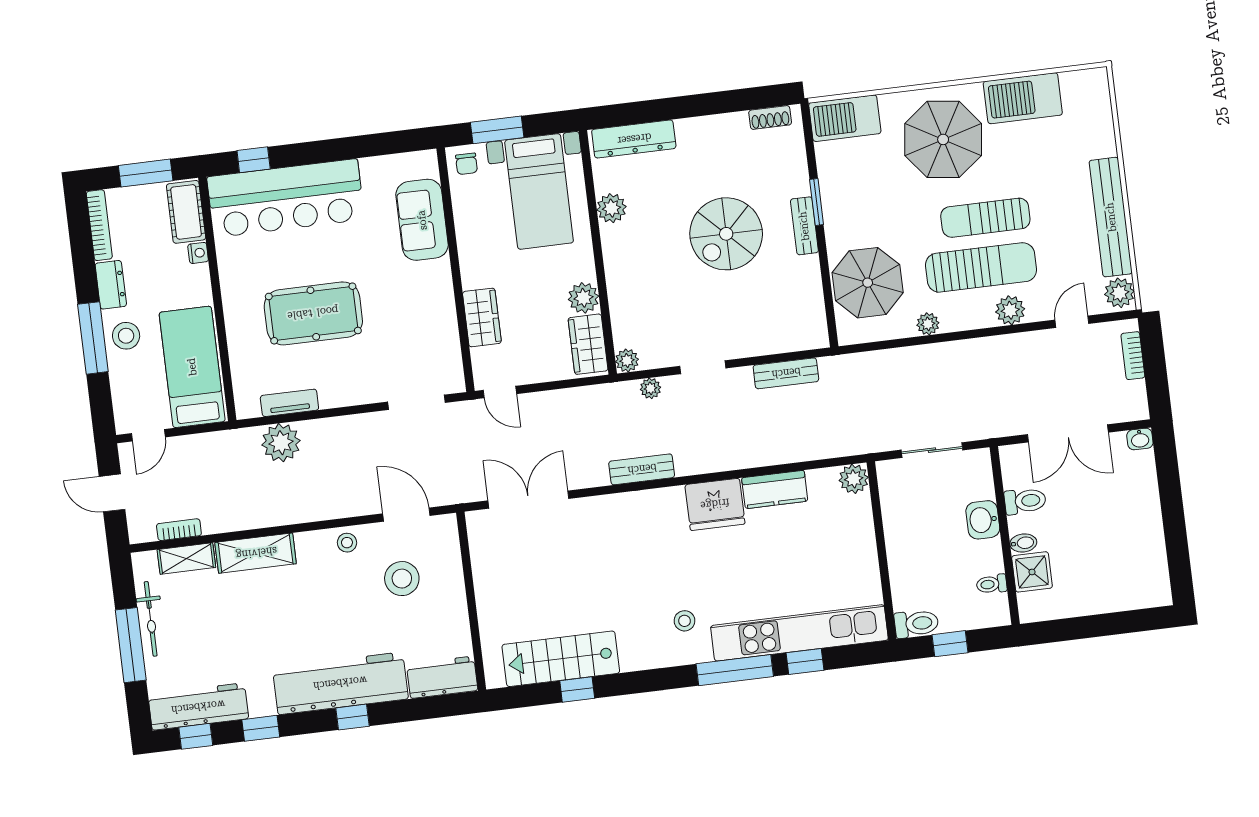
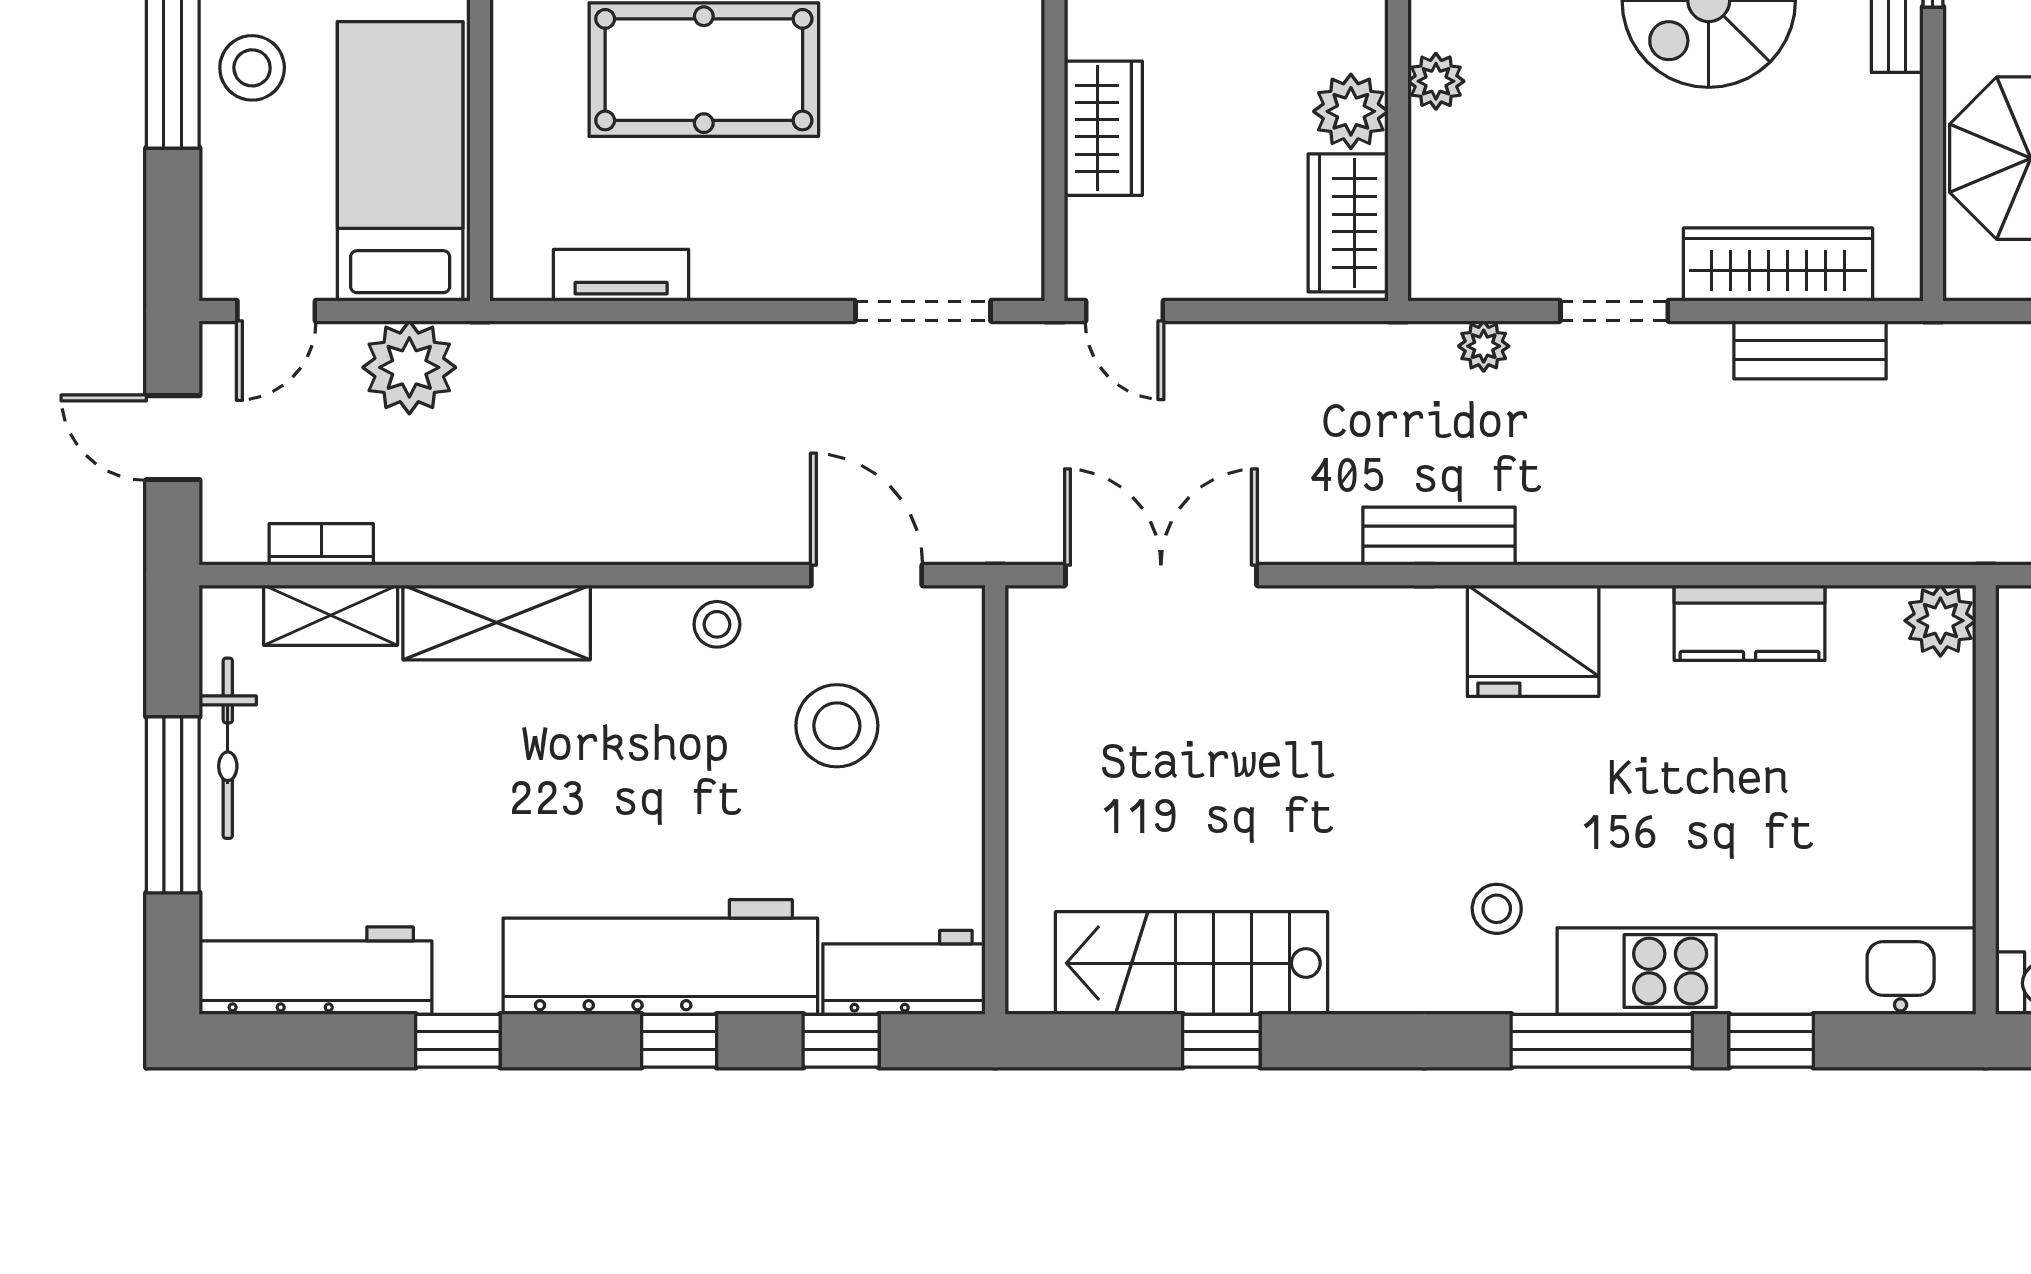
wardrobe: (768, 340) -> (1778, 264), added
plant: (627, 360) -> (1436, 81), moved
plant: (281, 443) -> (409, 367), moved
fridge: (715, 504) -> (1533, 641), moved
window: (196, 736) -> (841, 1041), moved

